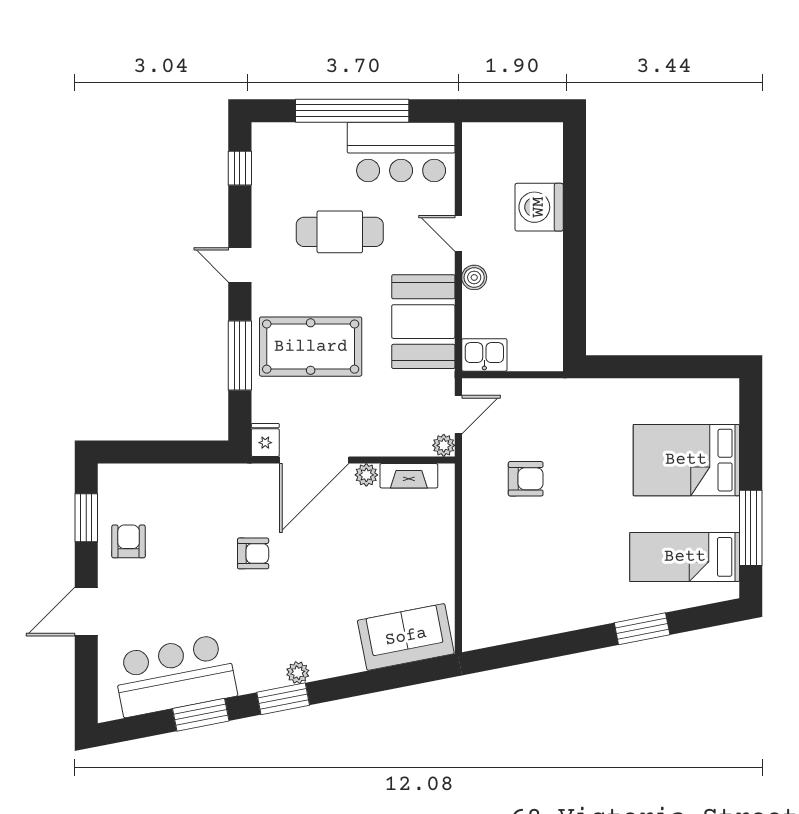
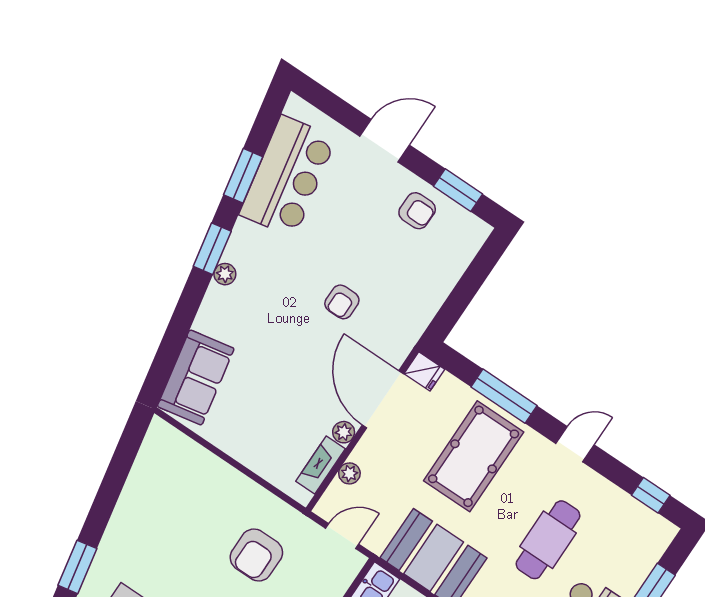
door: (458, 415) -> (342, 536), swing flipped
plant: (444, 445) -> (349, 473), moved
armchair: (526, 479) -> (256, 555), width x1.38, depth x1.38
door: (86, 612) -> (385, 141), hinge flipped

